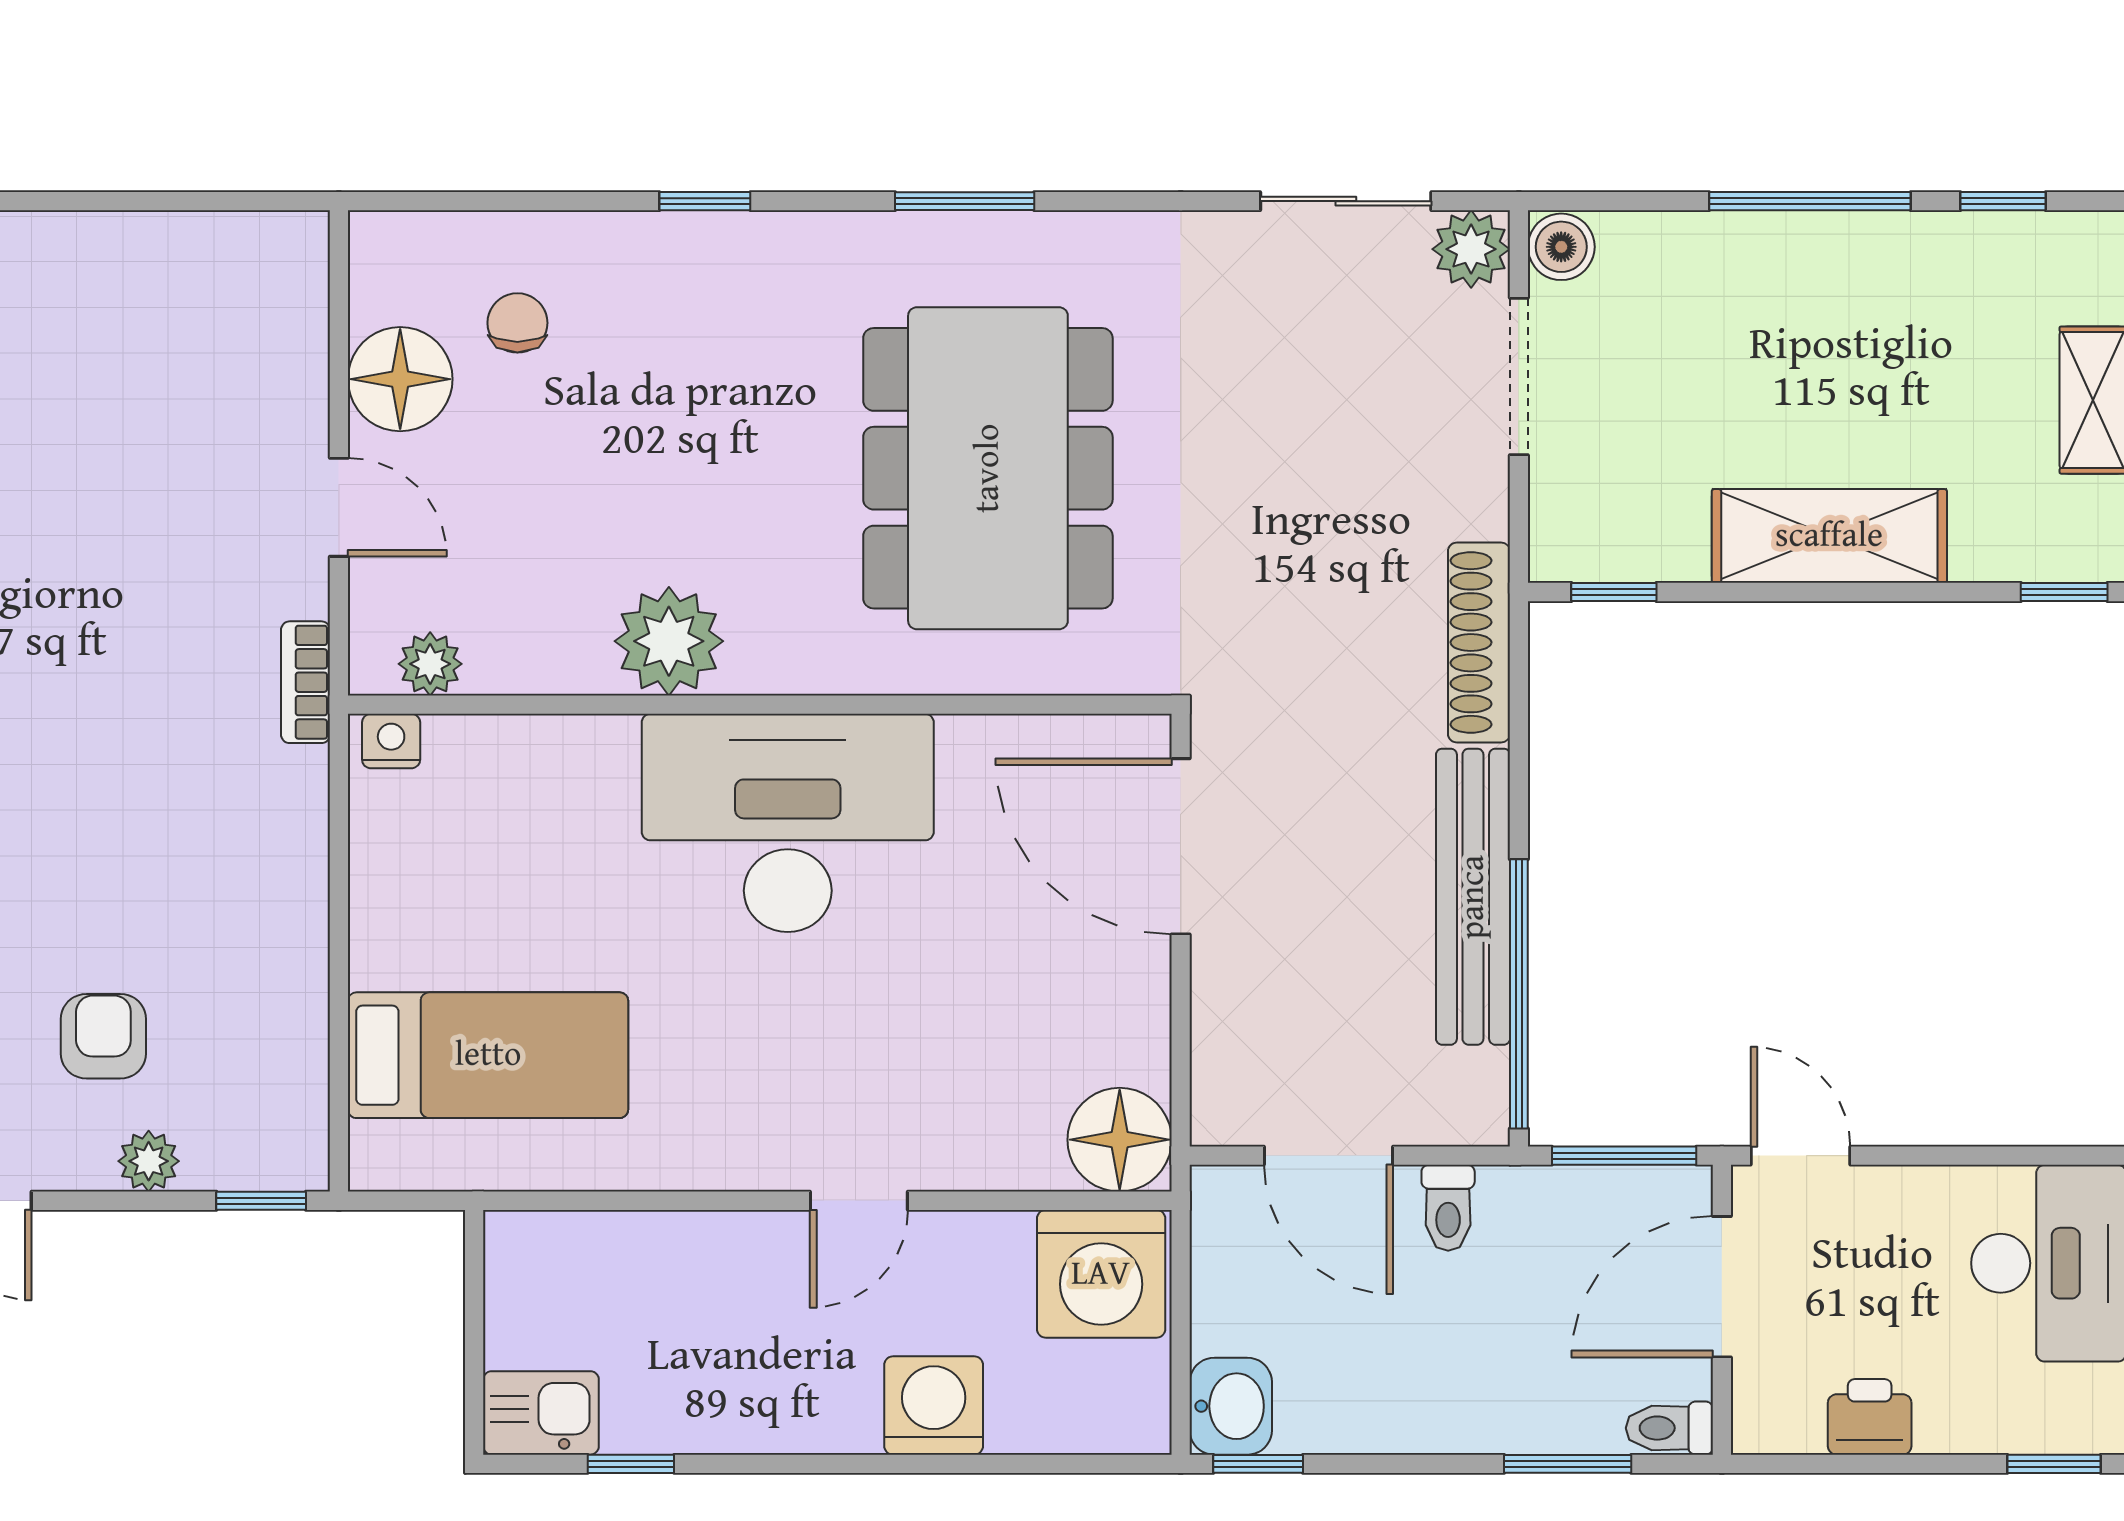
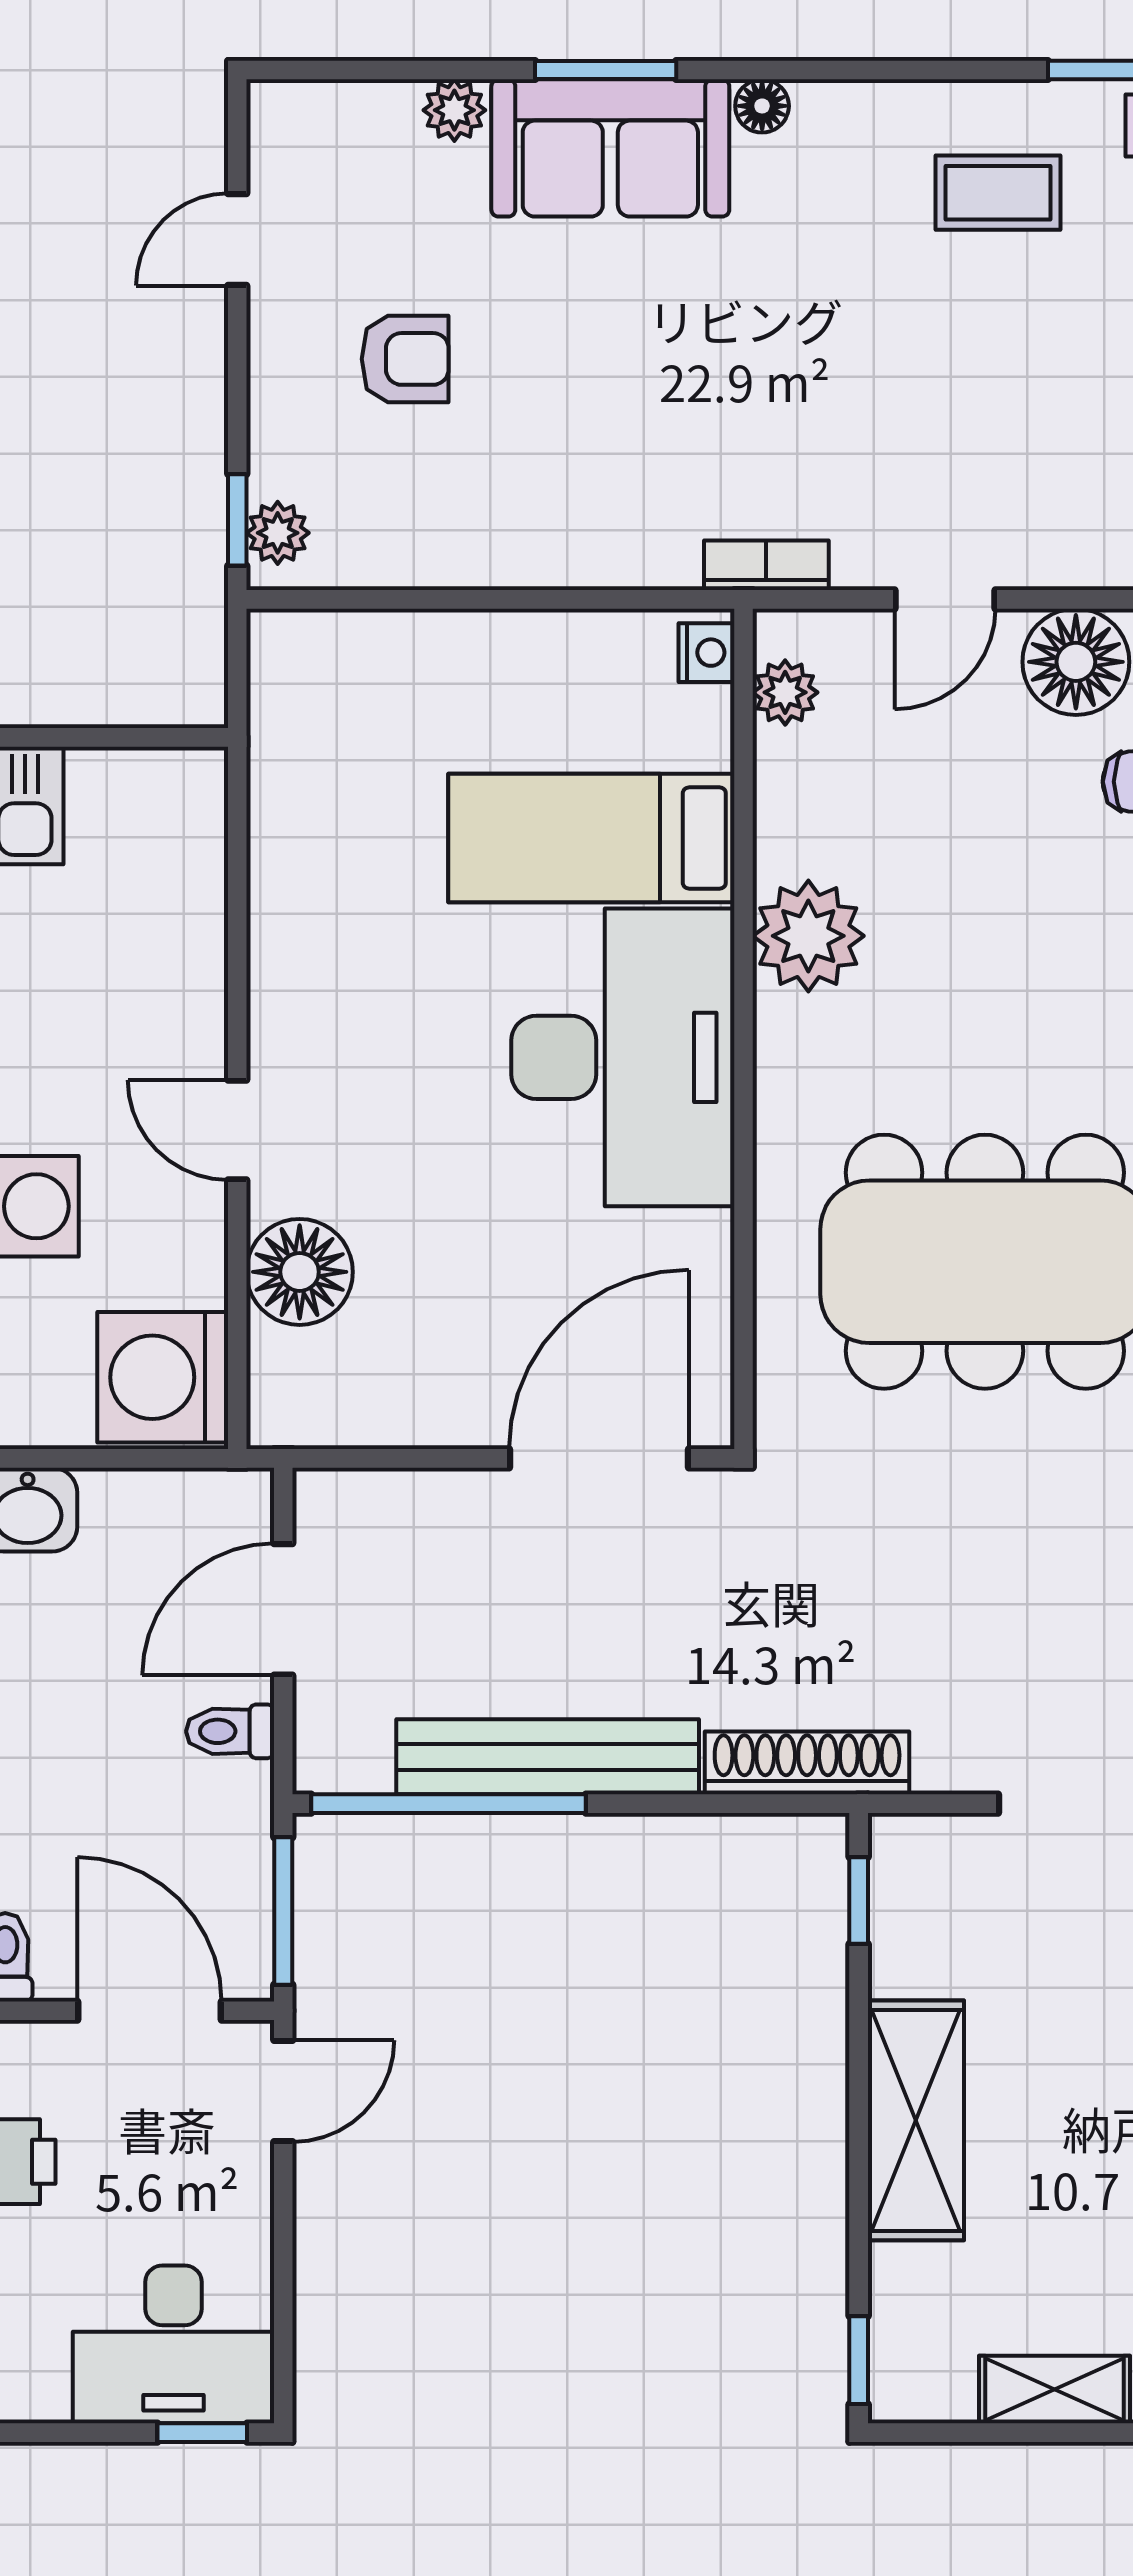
bed: (488, 1055) -> (591, 838), moved, turned 90
floor lamp: (1120, 1140) -> (300, 1272), moved
plant: (149, 1161) -> (278, 533), moved

